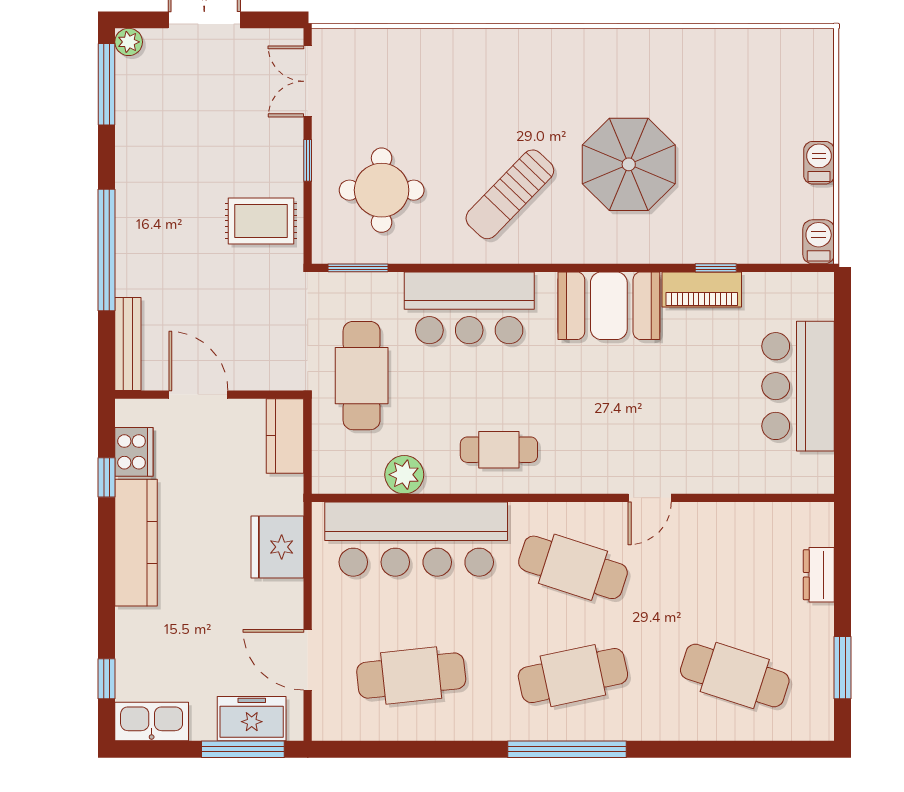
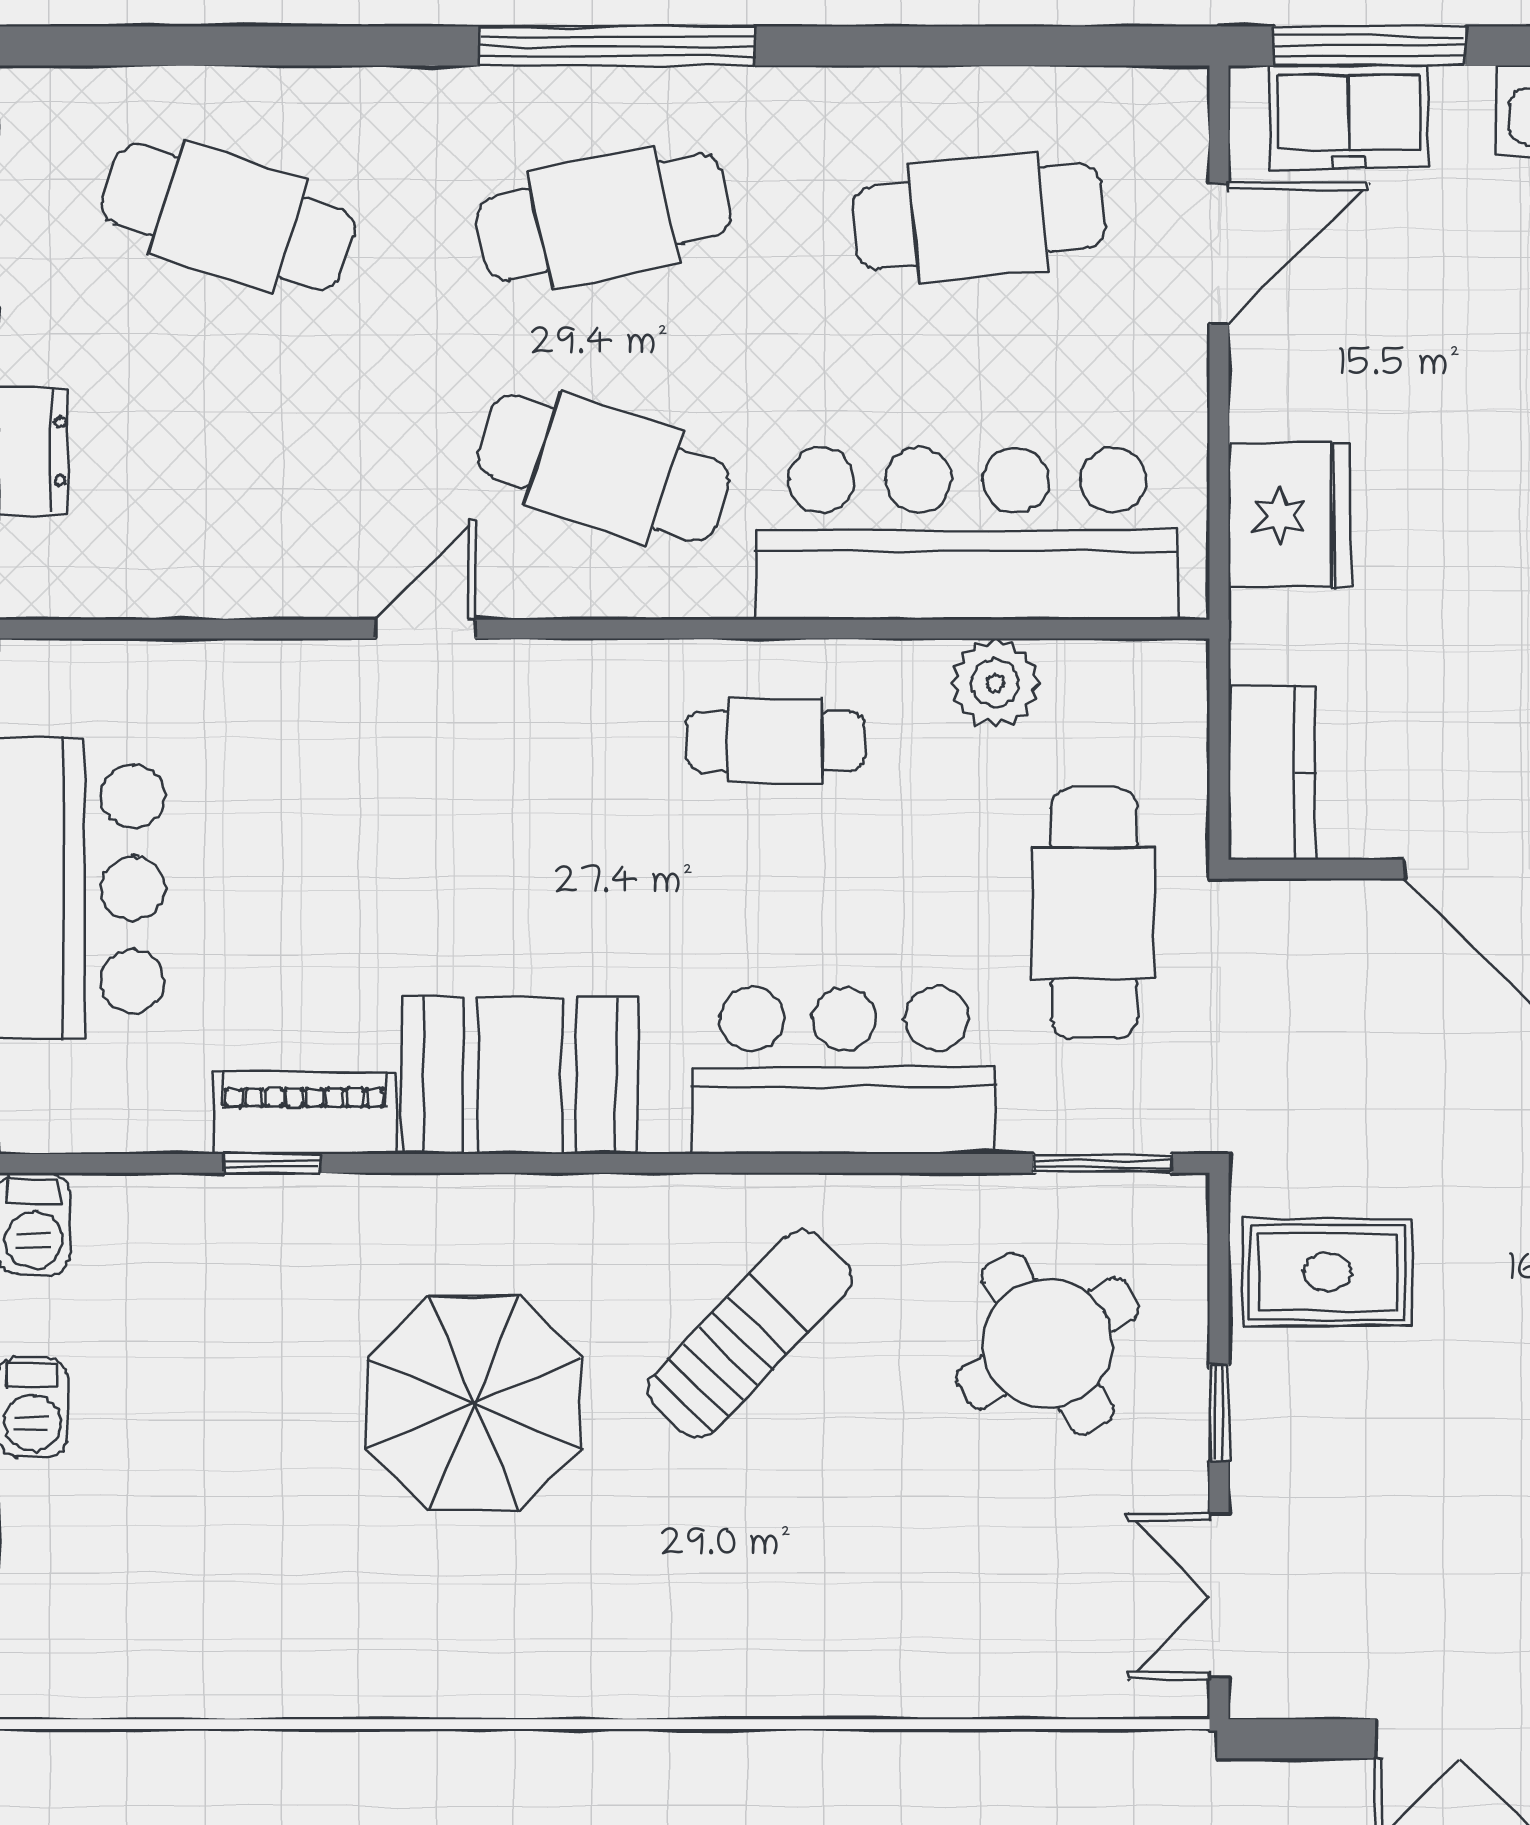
double door: (308, 81) -> (1219, 1596), swing flipped
round table: (382, 190) -> (1048, 1344), turned -31
door: (308, 660) -> (1219, 254), hinge flipped

